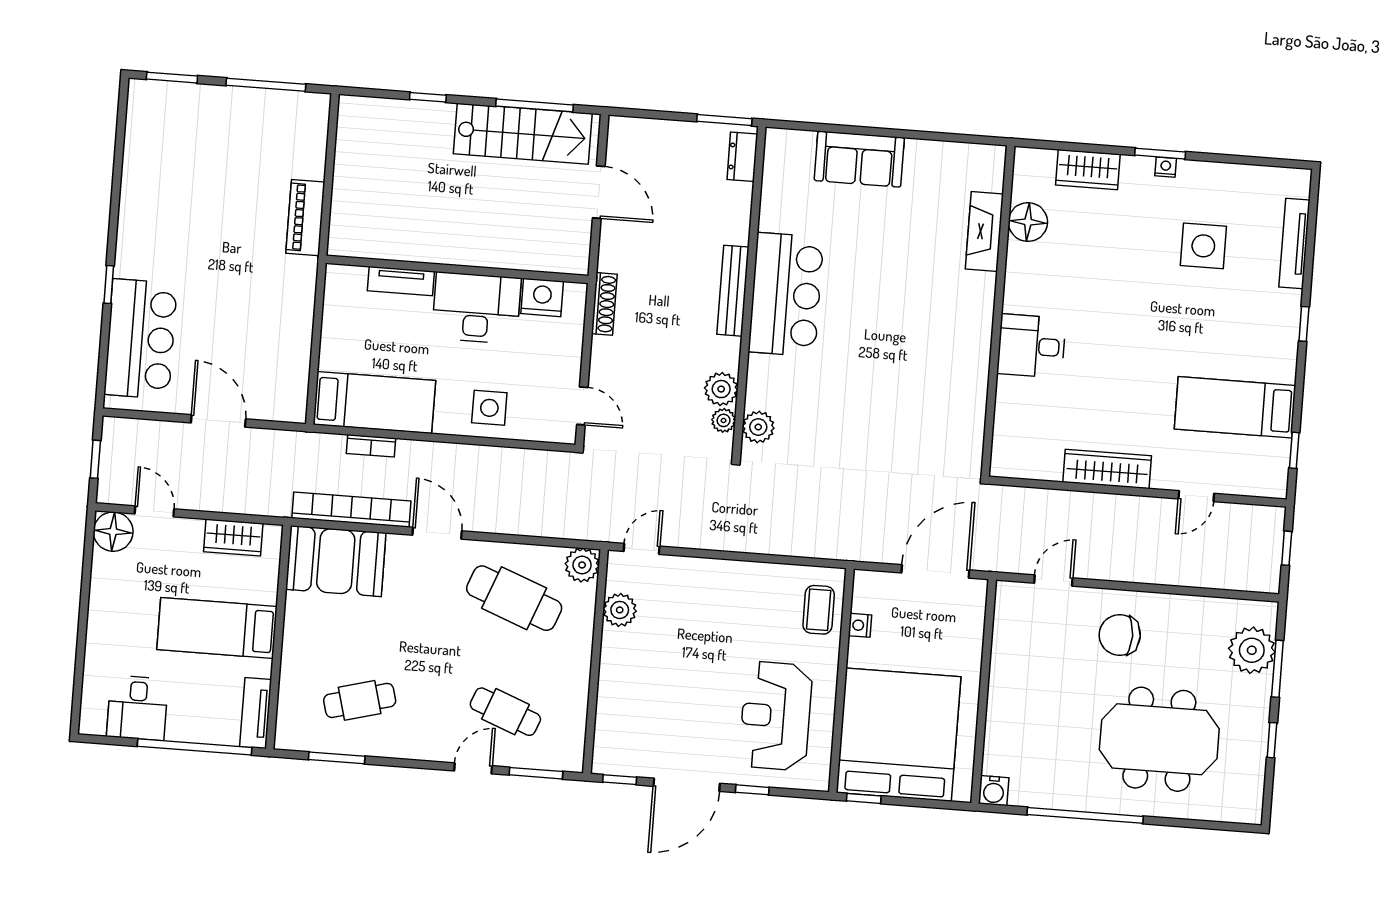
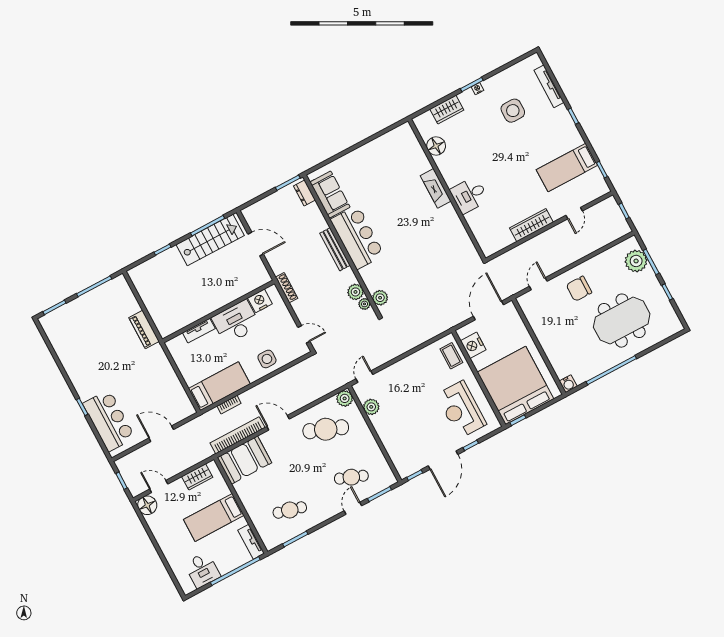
sofa: (859, 159) -> (330, 195), moved, turned -90
fireplace: (984, 231) -> (436, 188), moved
nightstand: (860, 625) -> (473, 345), width x1.89, depth x1.79
cafe table: (360, 700) -> (290, 510), turned 30

